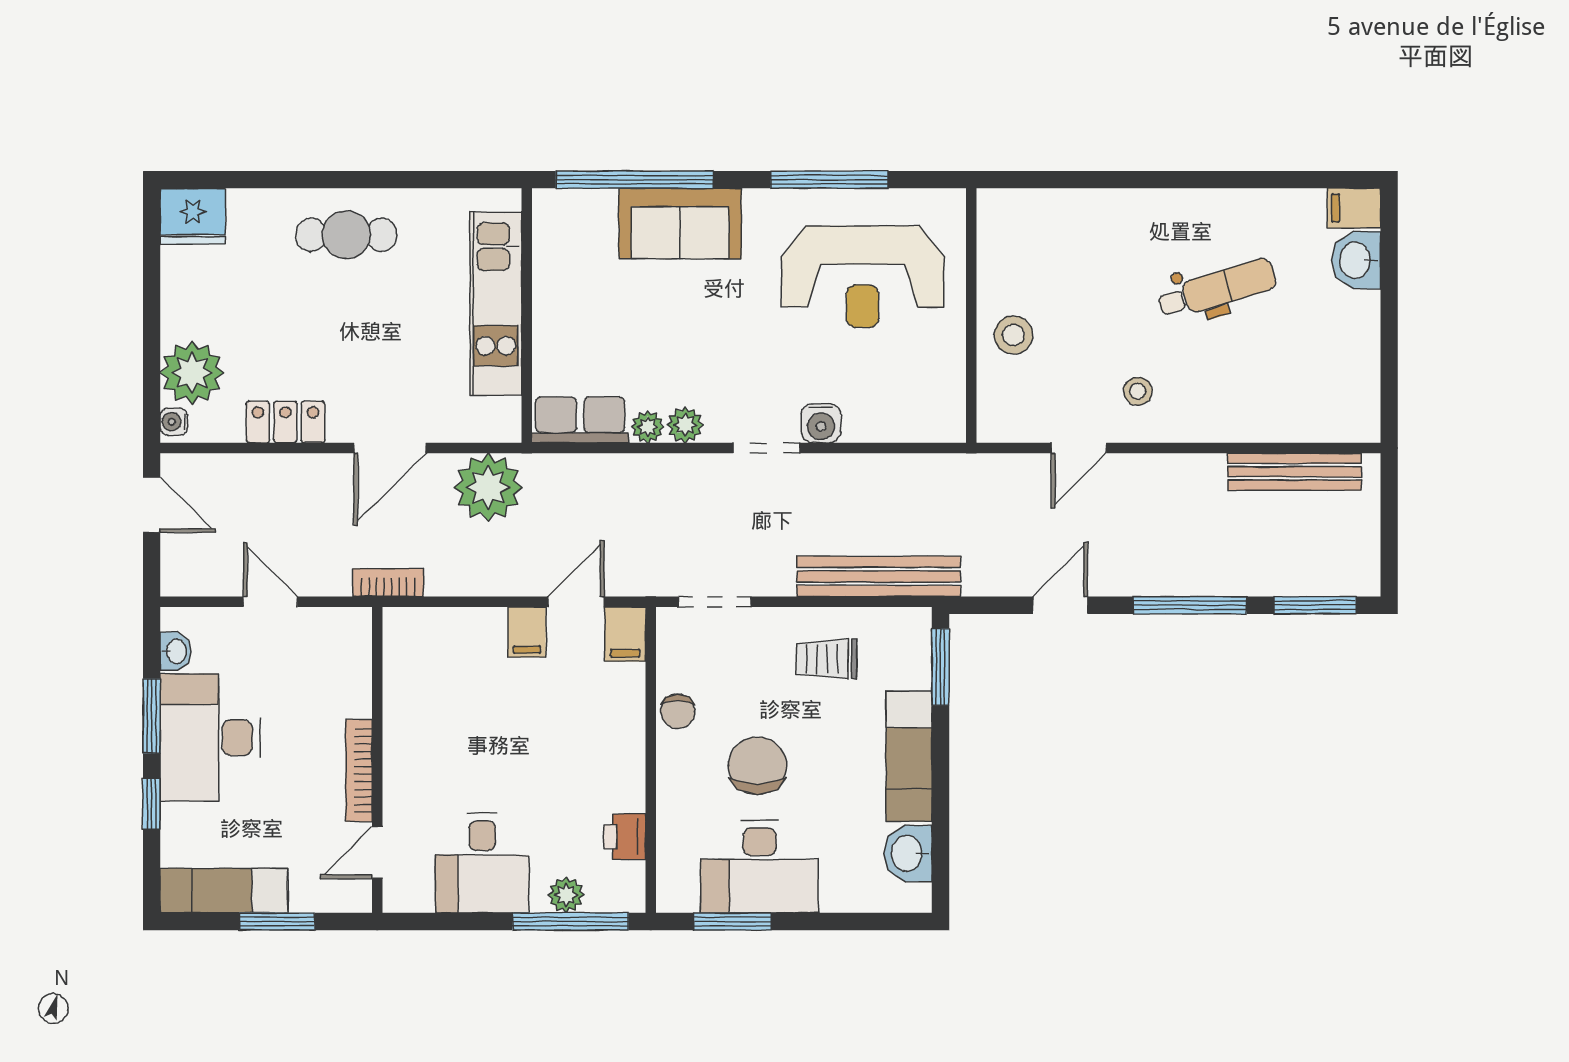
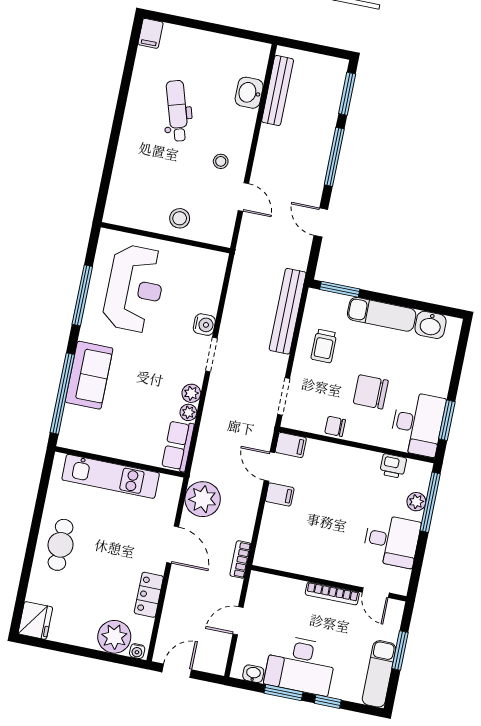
washbasin: (1356, 260) -> (249, 93), moved, turned 90
chair: (678, 711) -> (335, 426), turned 180
desk: (760, 867) -> (417, 424), moved

